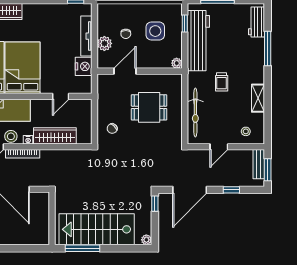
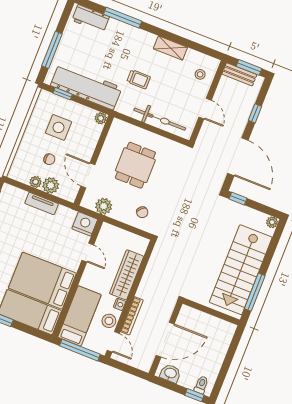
plant: (102, 30) -> (36, 182), added
tv unit: (86, 36) -> (42, 204), width x0.71
nightstand: (84, 66) -> (85, 224), moved
plant: (105, 94) -> (104, 206), added

